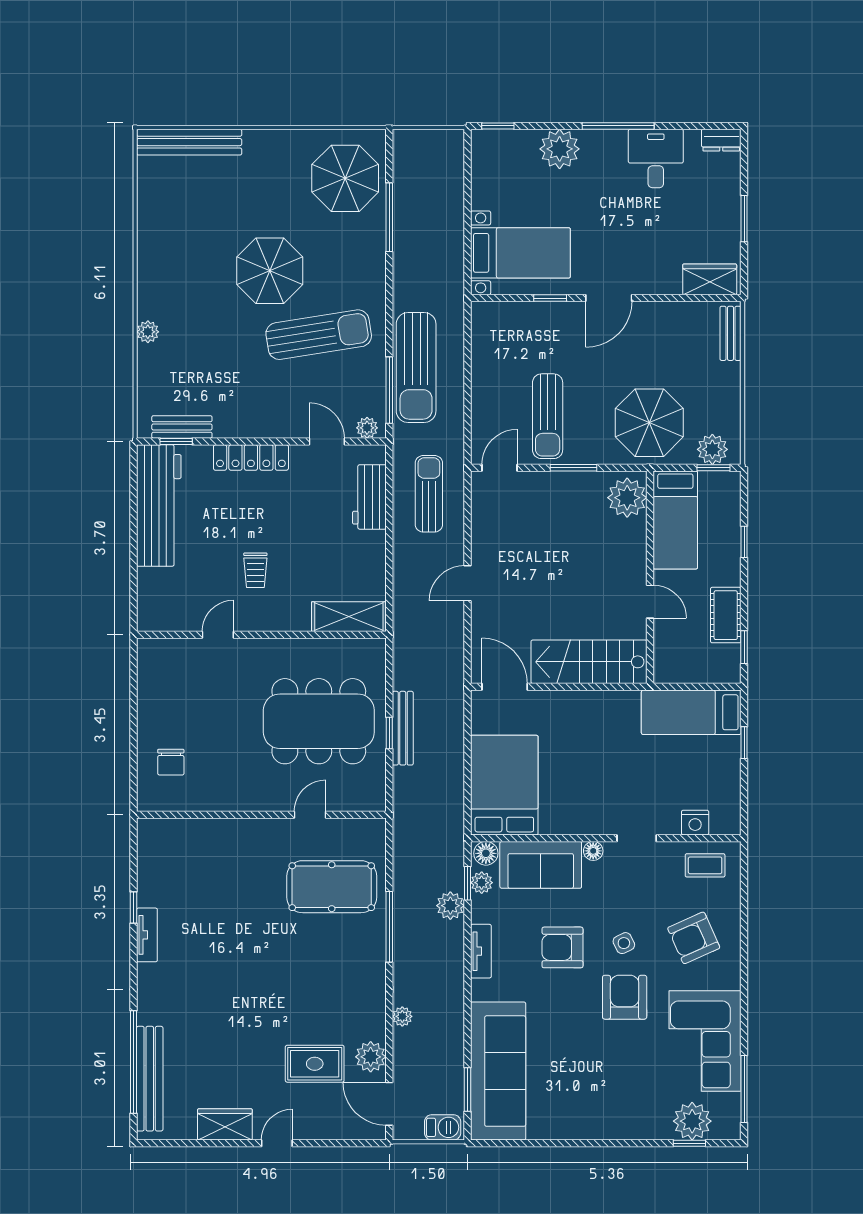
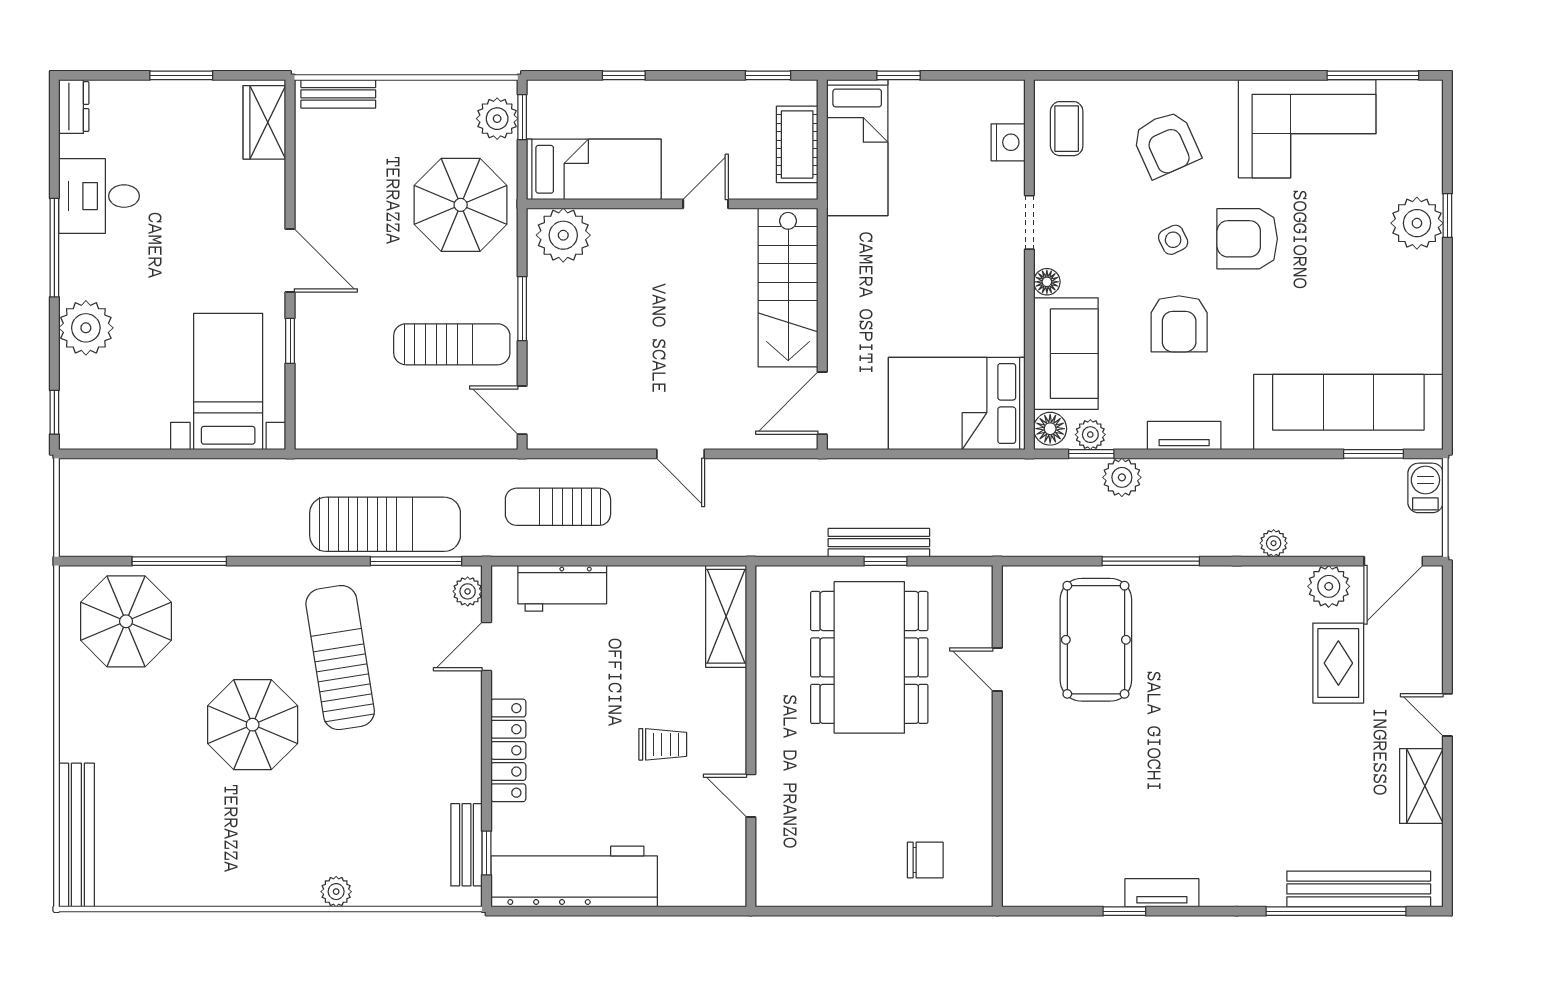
cot: (726, 615) -> (797, 144), moved, turned 90
plant: (692, 1121) -> (1417, 223), moved
window: (689, 1143) -> (1447, 215), moved

